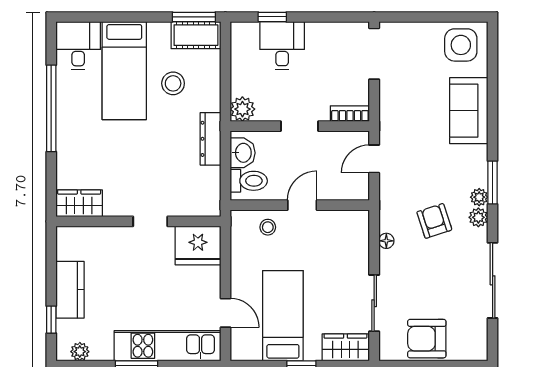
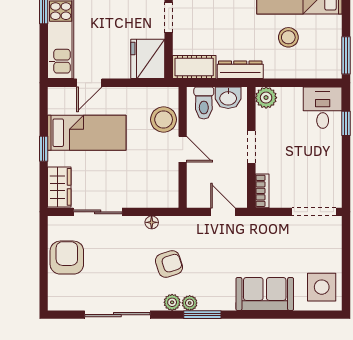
cot: (196, 35) -> (194, 67), moved, turned 90
desk: (282, 46) -> (323, 108), moved, turned -90
stool: (268, 227) -> (164, 120), width x1.89, depth x1.89

